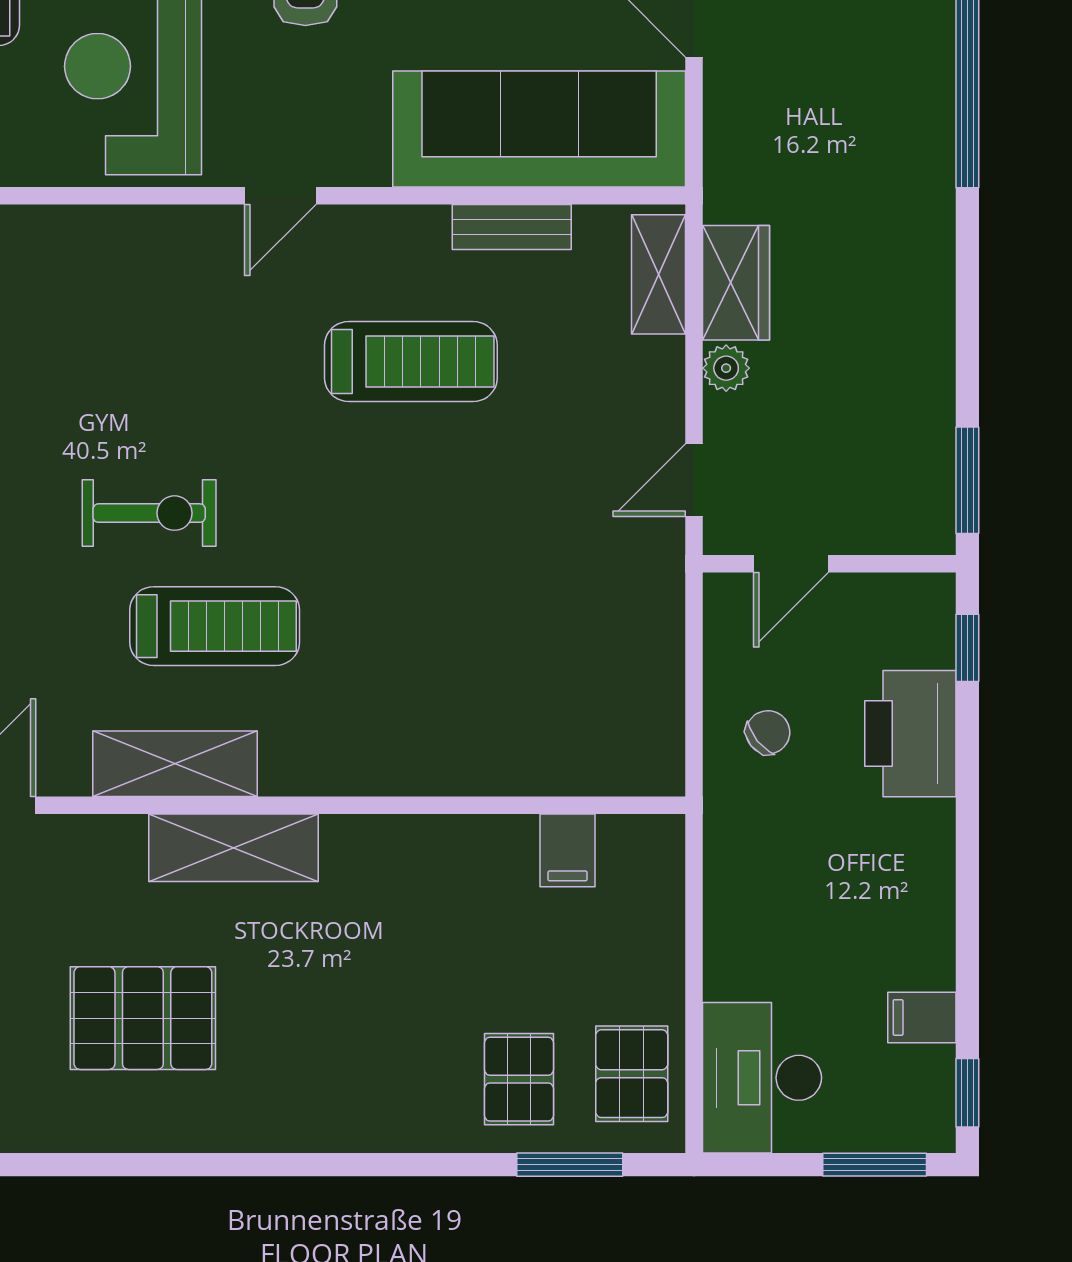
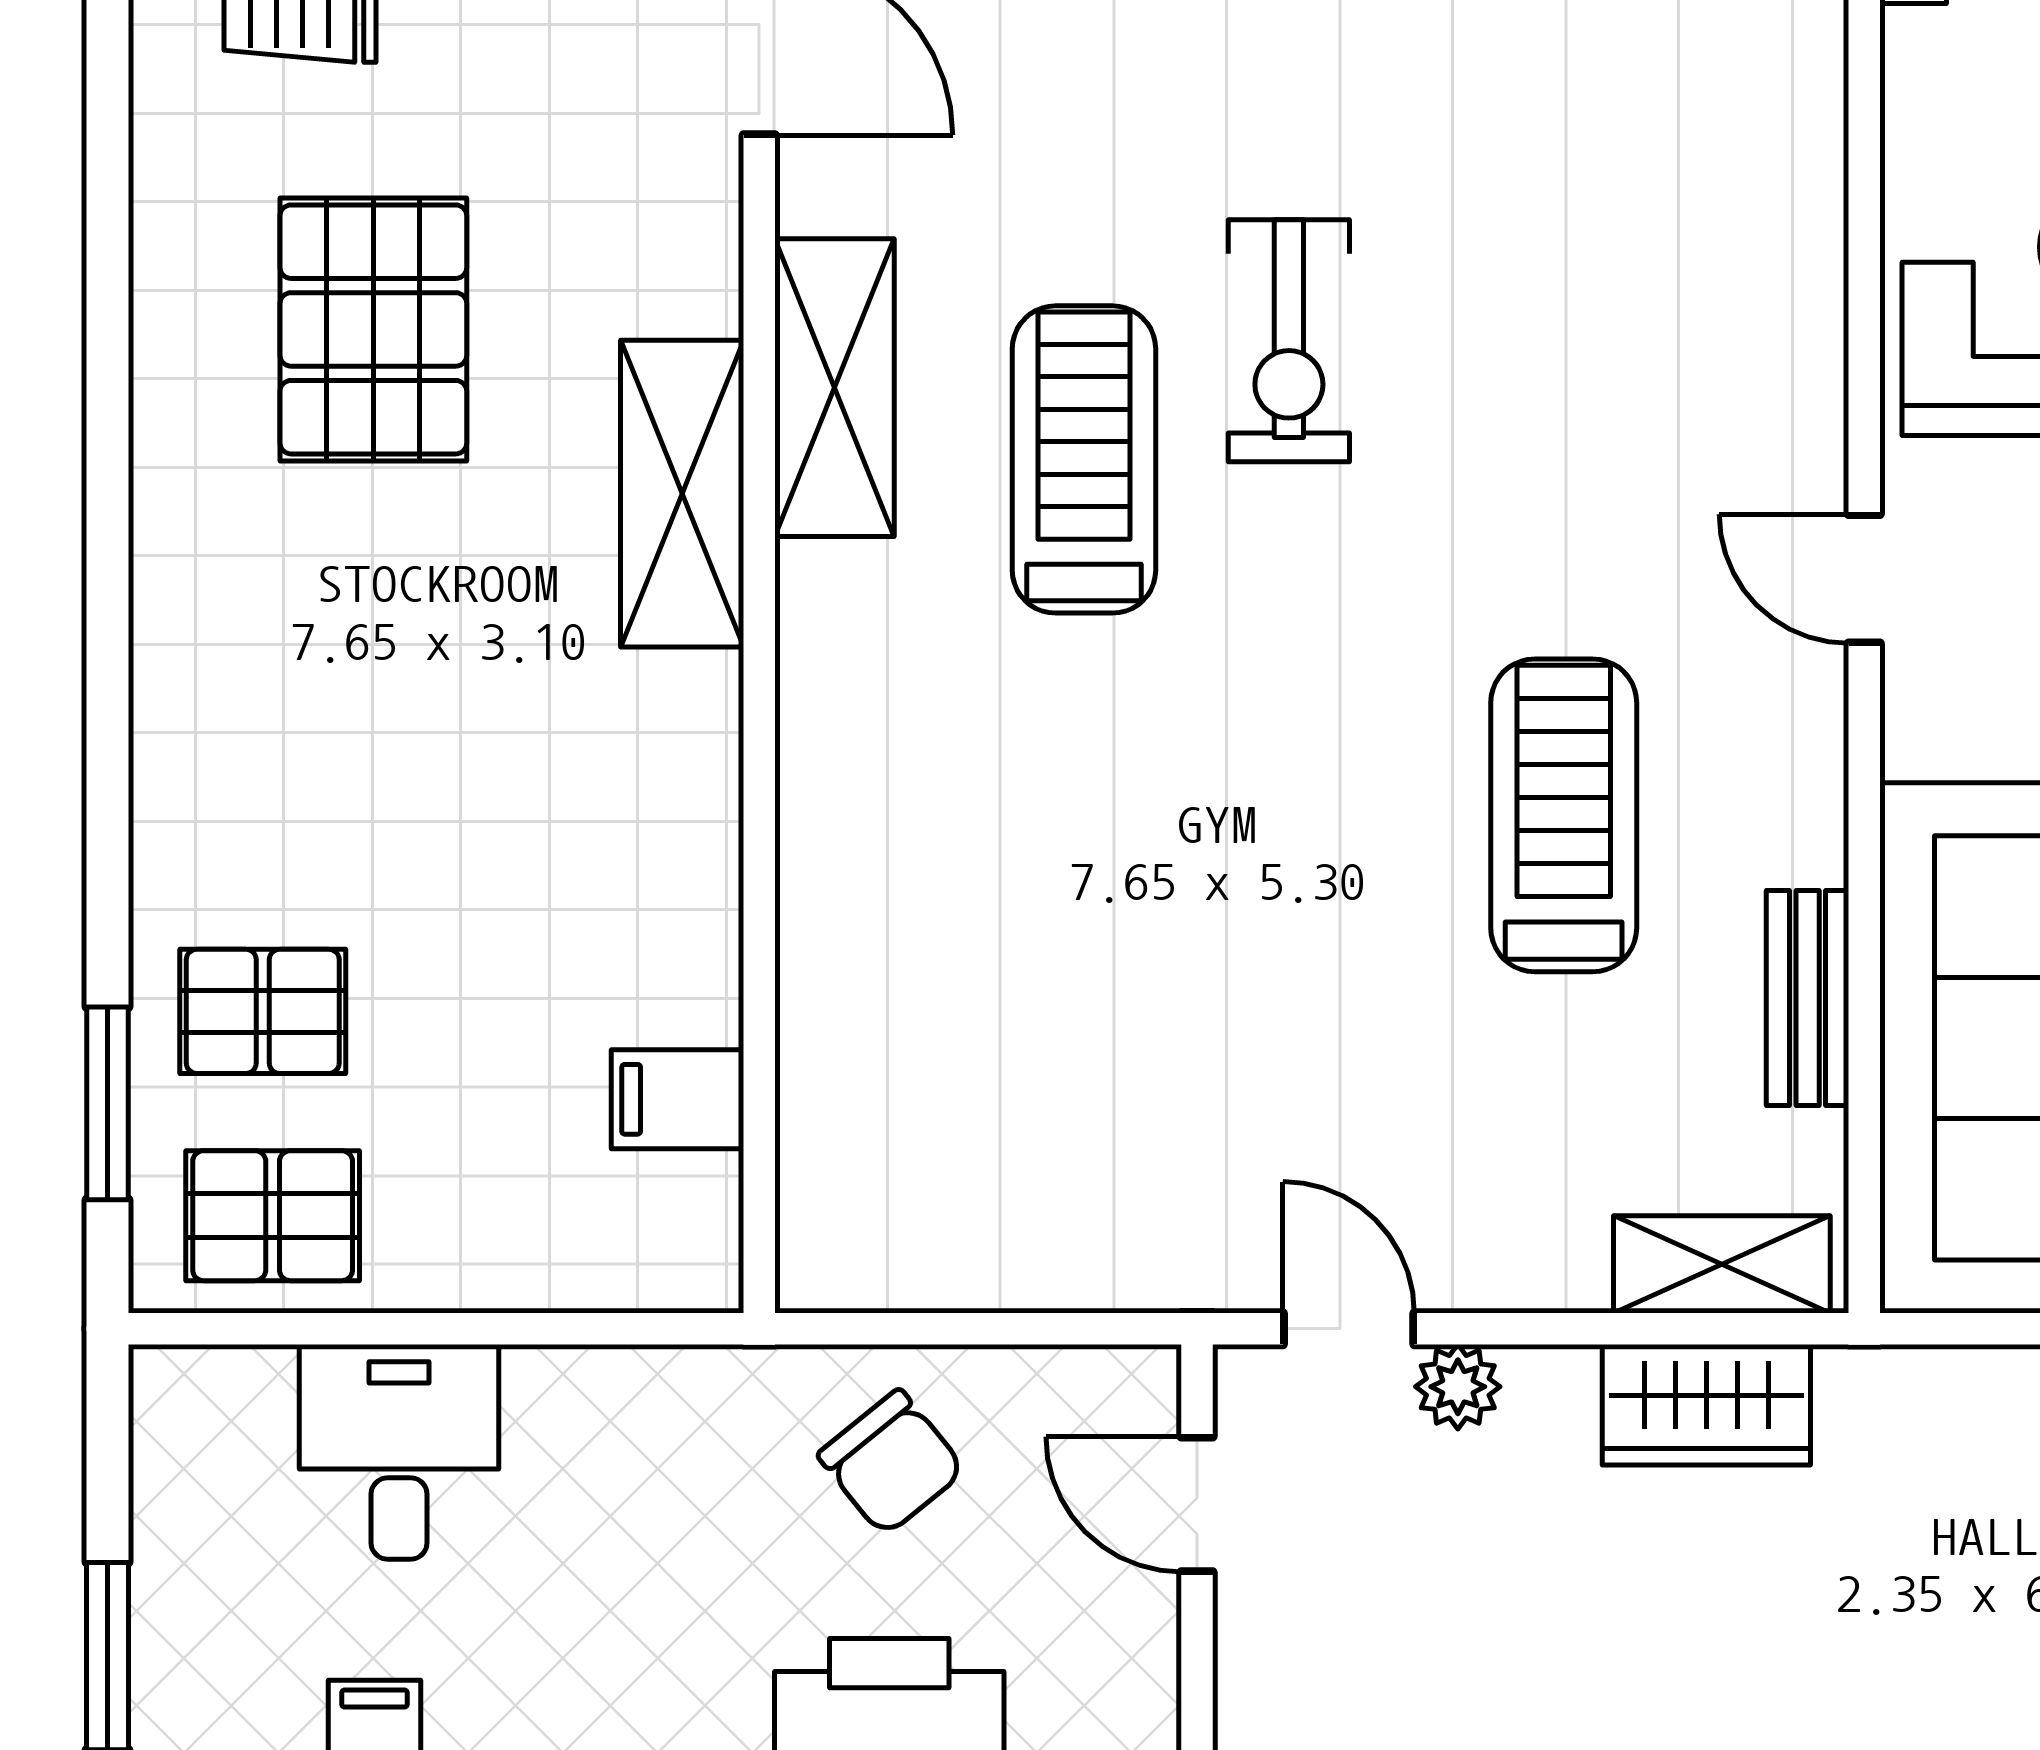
treadmill: (411, 362) -> (1564, 815), turned 180
plant: (726, 368) -> (1458, 1387), moved
treadmill: (215, 626) -> (1084, 459), turned 180
chair: (768, 732) -> (891, 1463), width x1.37, depth x1.37
desk: (762, 1078) -> (399, 1452), moved, width x0.73

